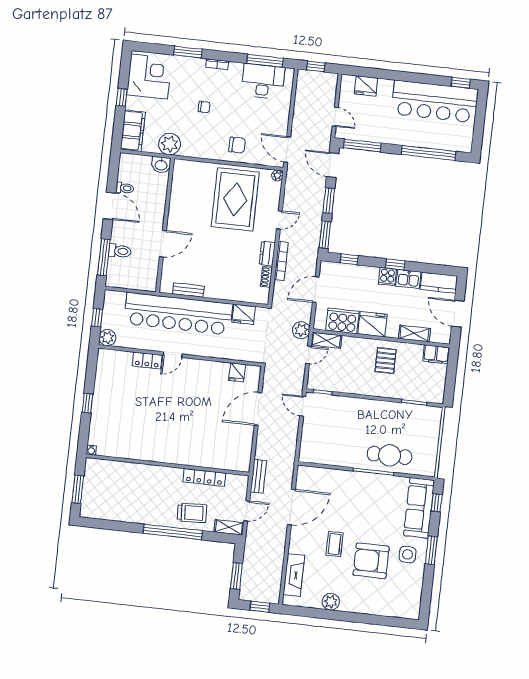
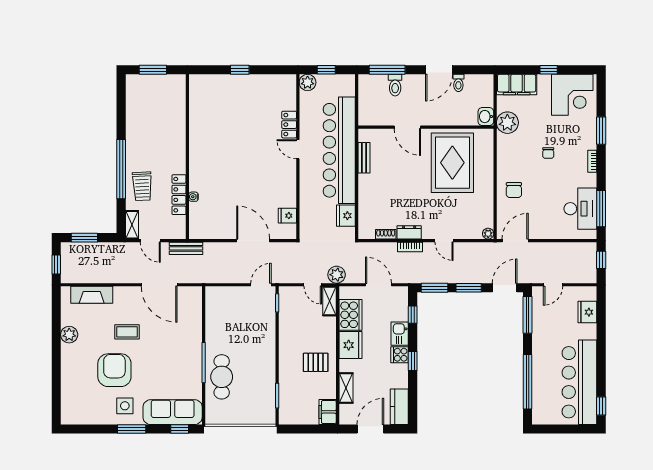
rug: (235, 199) -> (452, 163), moved, turned 90
bookcase: (281, 261) -> (410, 247), width x0.64
kitchen sink: (408, 279) -> (400, 334), moved
water cooler: (91, 450) -> (194, 197), moved

